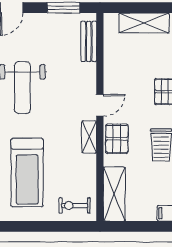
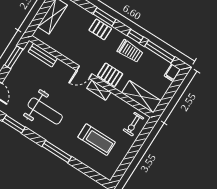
door: (100, 105) -> (84, 72), swing flipped
treadmill: (27, 173) -> (97, 140), width x0.73, depth x0.73

